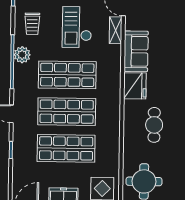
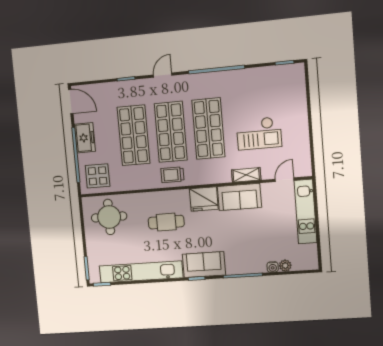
trolley: (32, 24) -> (172, 175), moved
checkout: (77, 27) -> (259, 133), turned 180
shelving: (116, 30) -> (246, 175), moved
plant: (22, 55) -> (225, 79), removed

